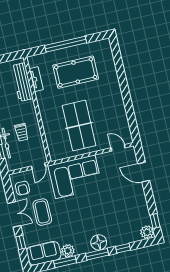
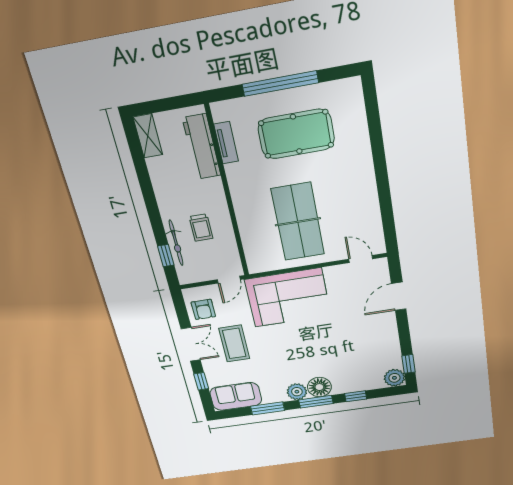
door: (144, 172) -> (399, 296), hinge flipped
plant: (68, 251) -> (297, 392), moved

